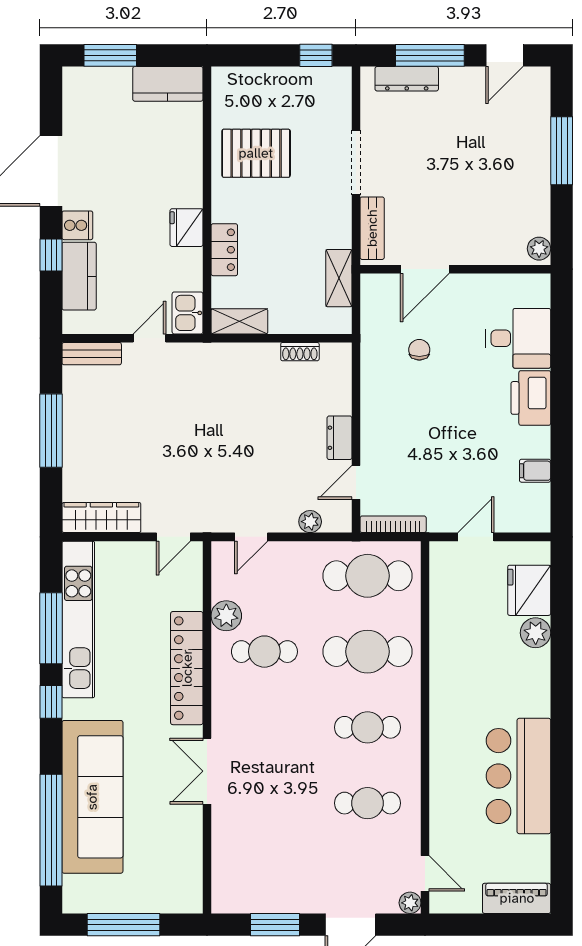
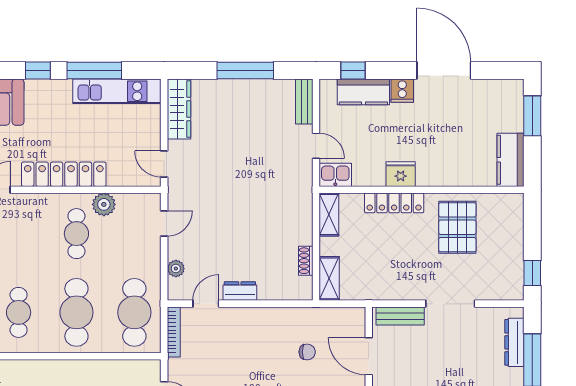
locker: (224, 250) -> (394, 203), width x1.53
window: (51, 255) -> (353, 70), moved
shelving: (339, 278) -> (329, 278), moved, turned 90
door: (356, 482) -> (206, 304), hinge flipped
door: (251, 537) -> (164, 223), swing flipped
kitchen unit: (78, 619) -> (117, 91), width x0.73

